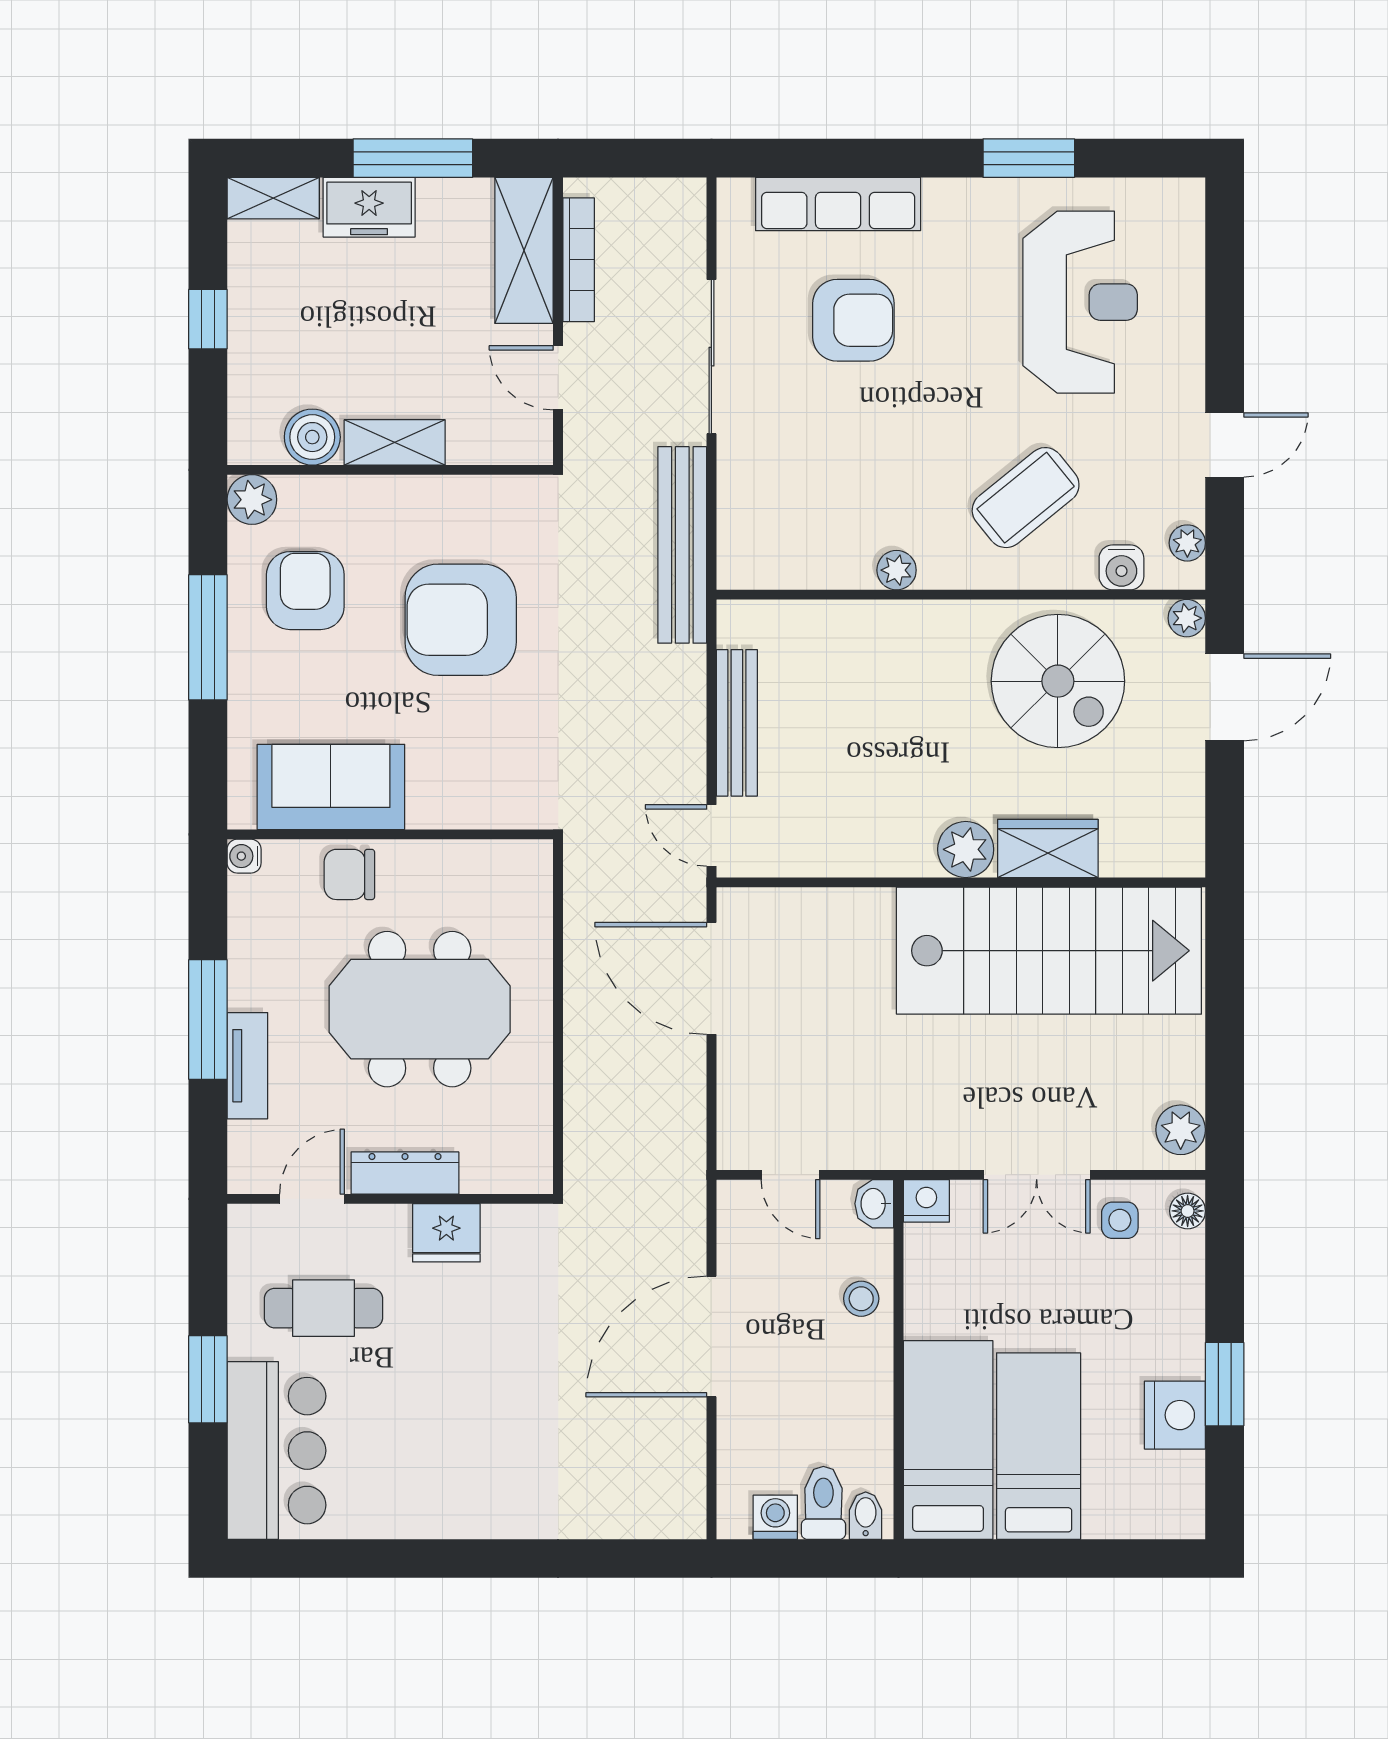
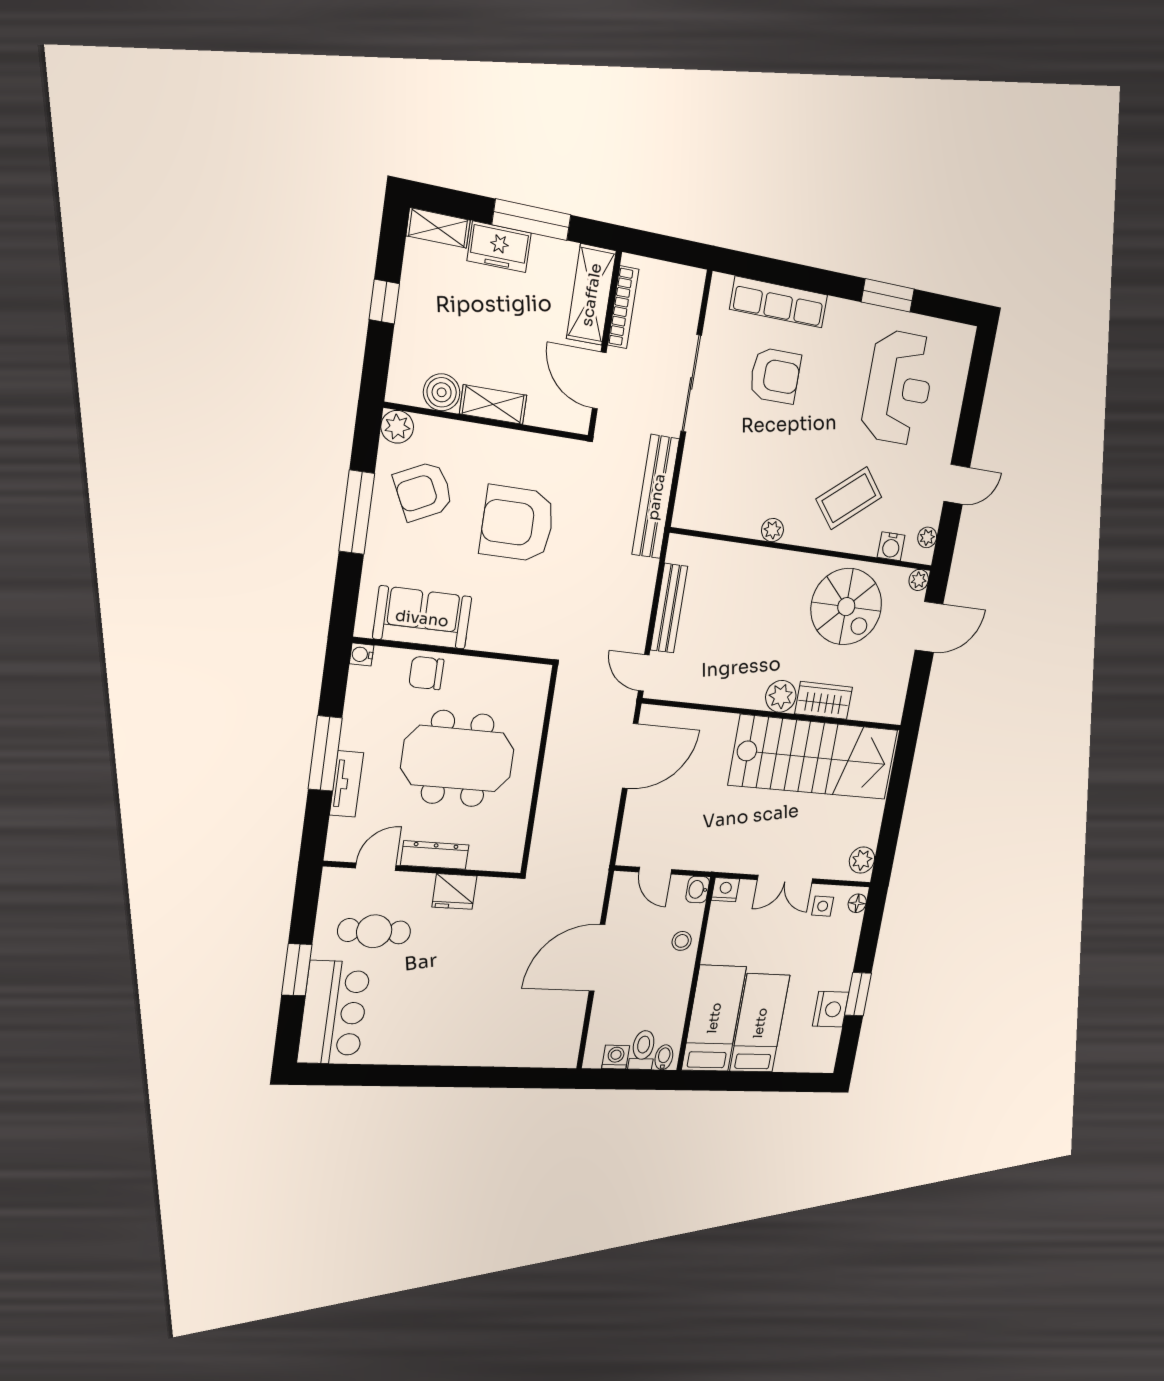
door: (558, 378) -> (599, 380), width x1.38
armchair: (305, 591) -> (423, 491), turned -116
door: (711, 978) -> (630, 756), swing flipped

